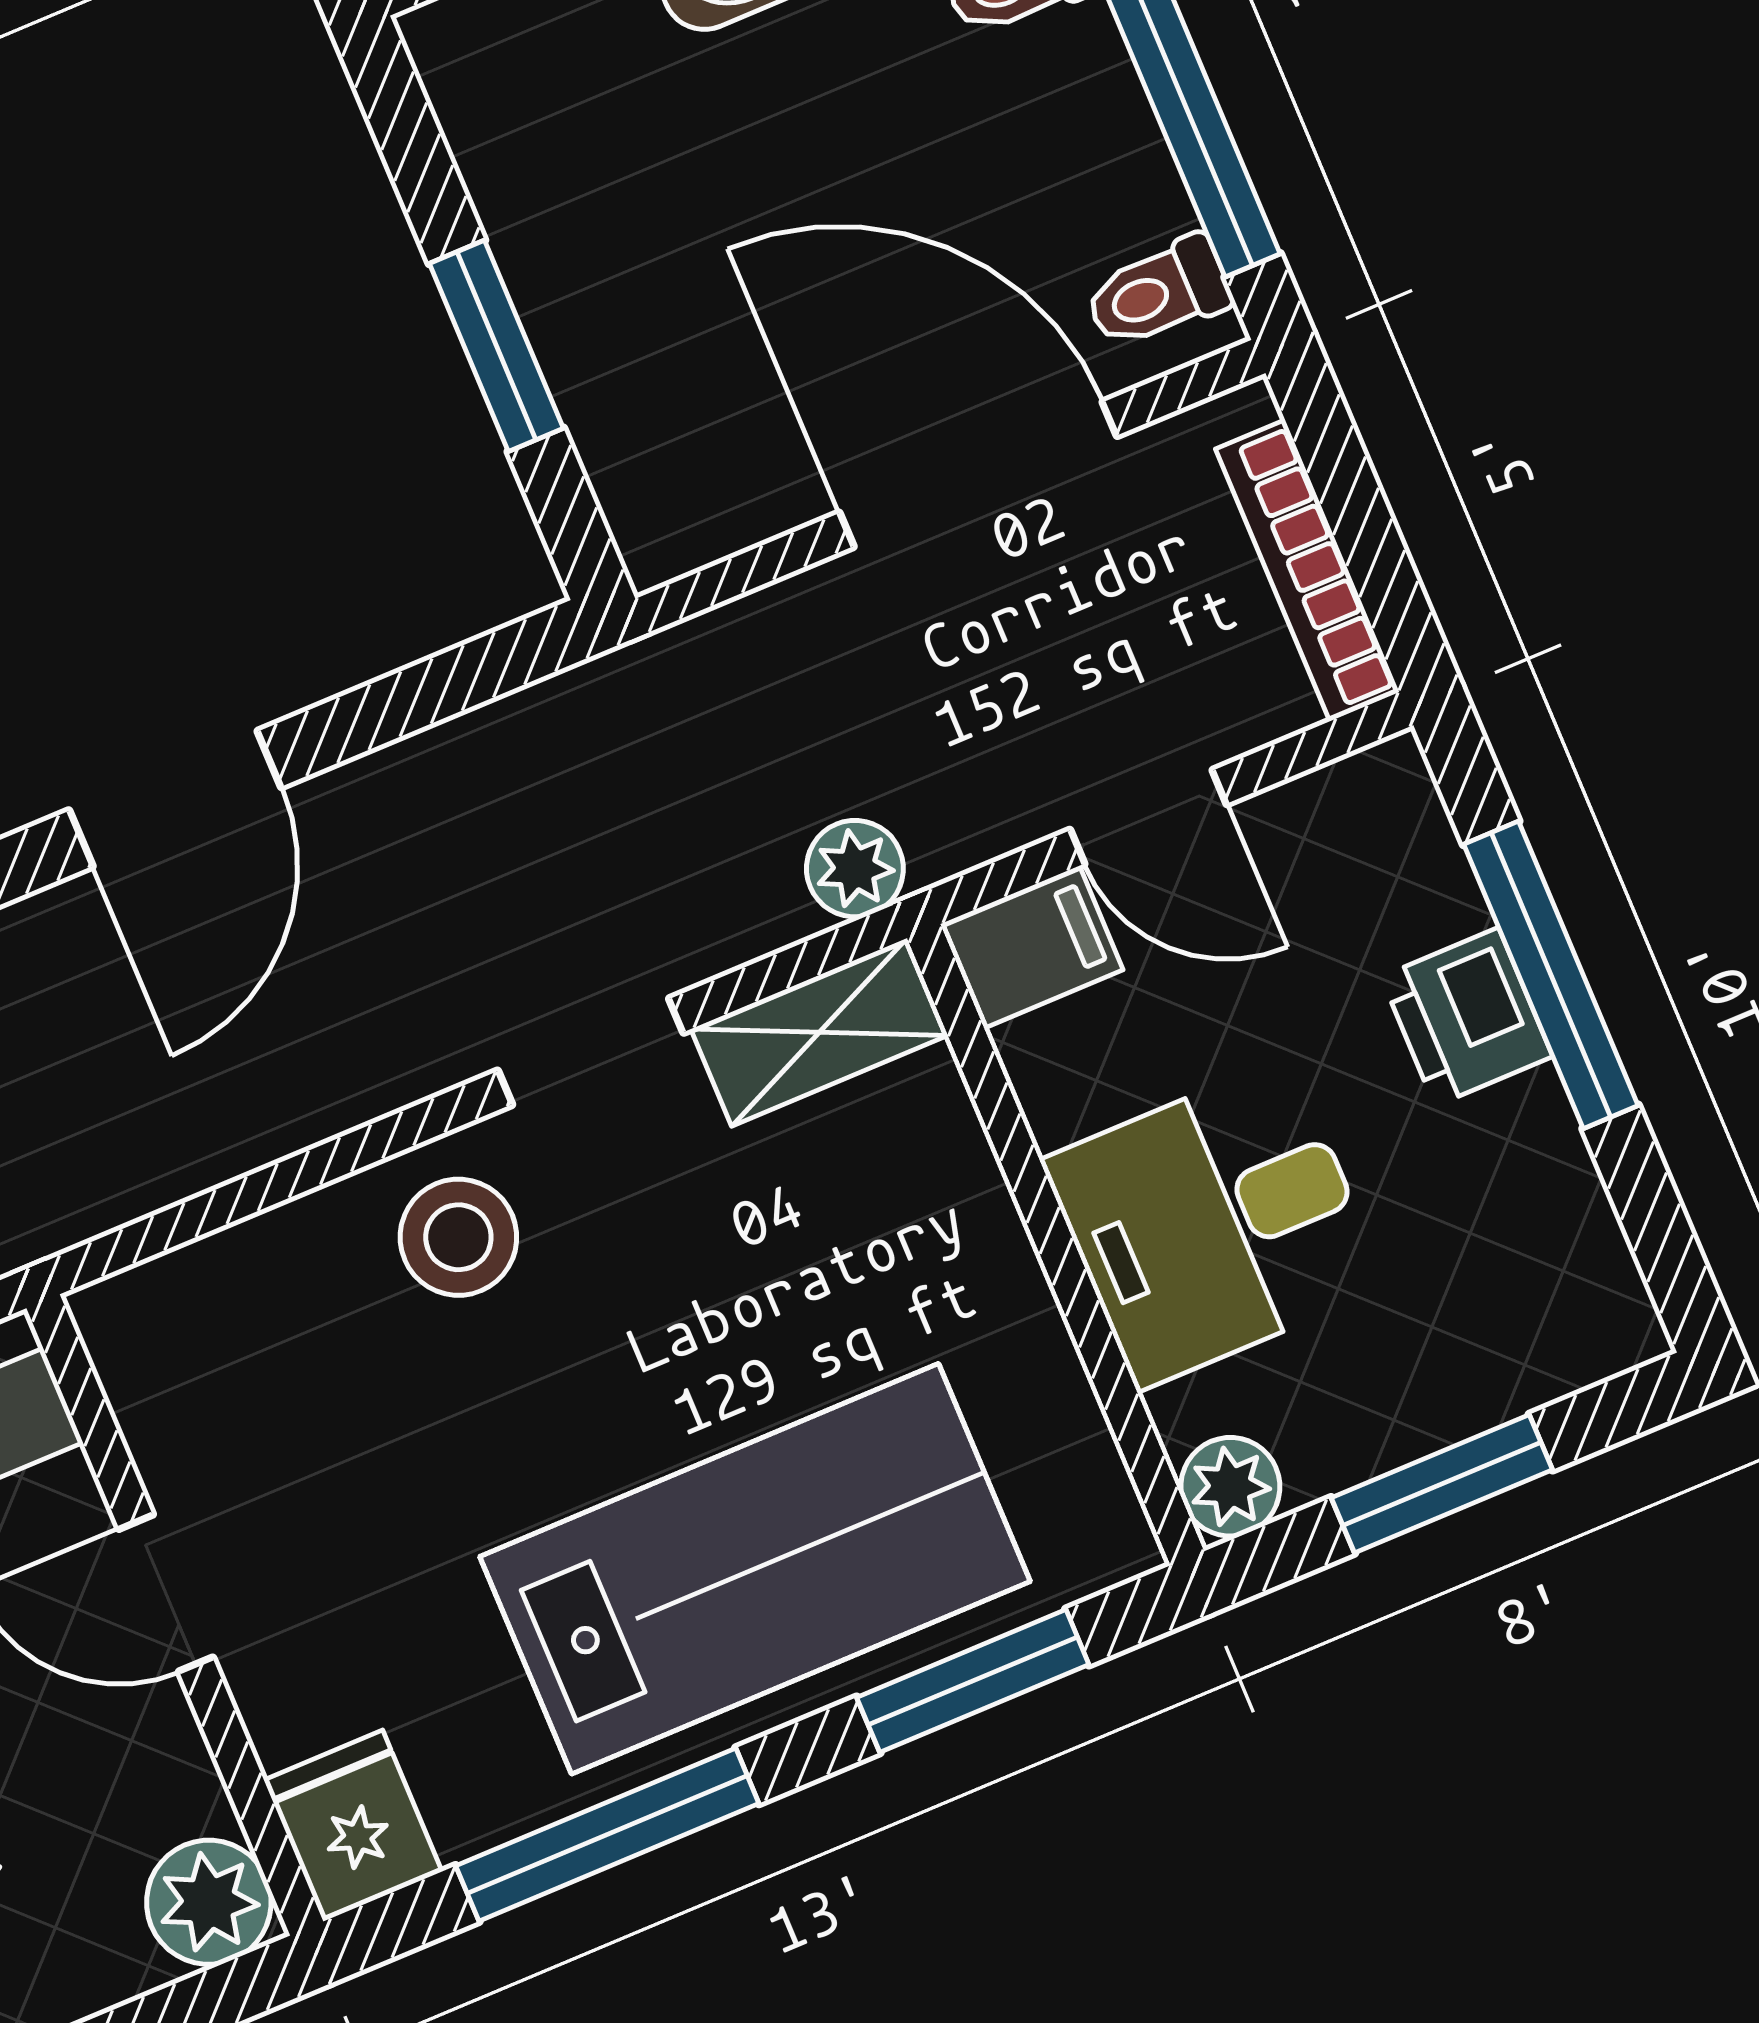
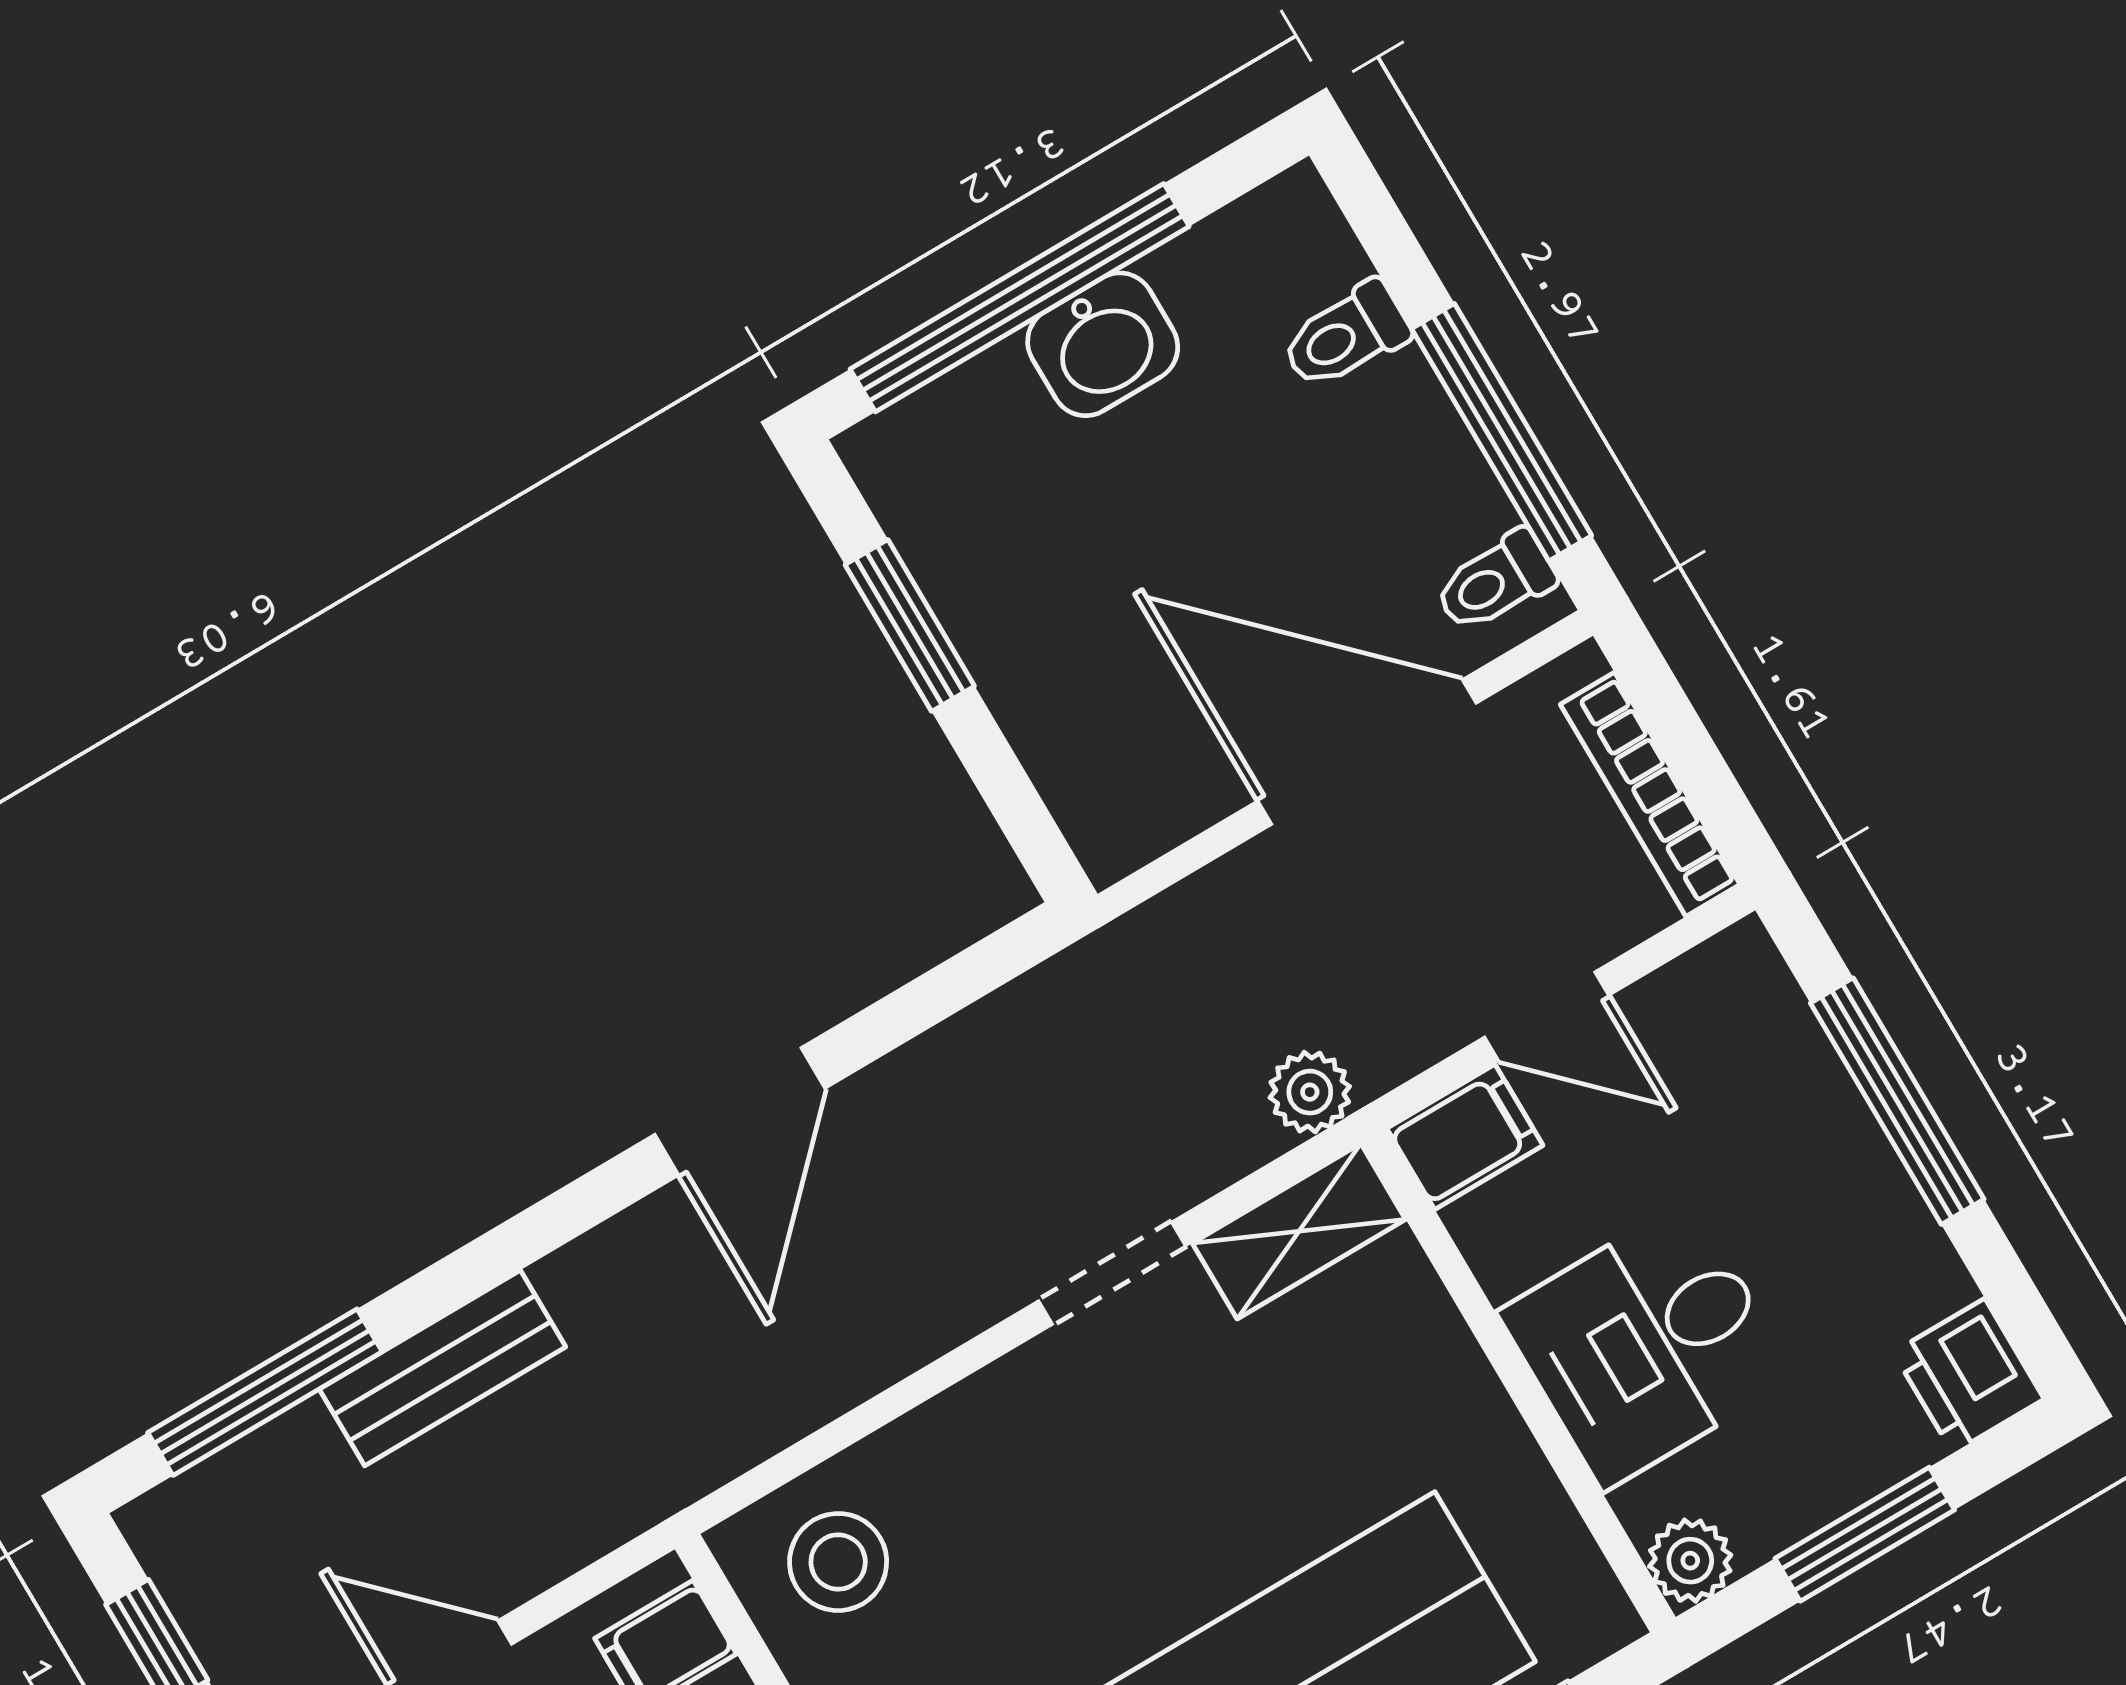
window: (496, 346) -> (910, 625), moved
printer: (1467, 1017) -> (1969, 1376), moved
stool: (458, 1237) -> (838, 1562), moved

